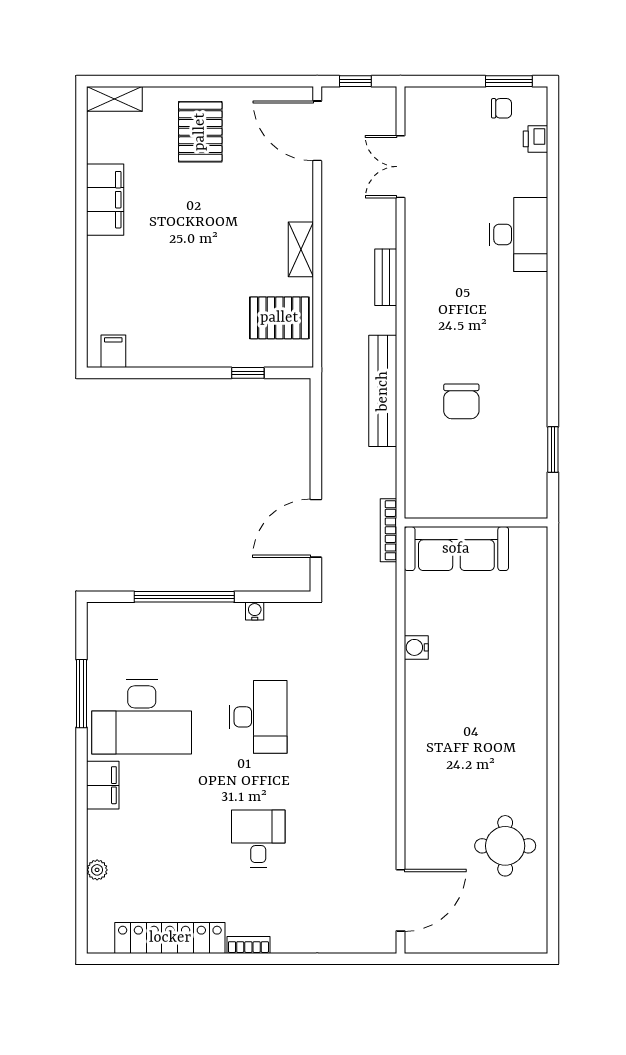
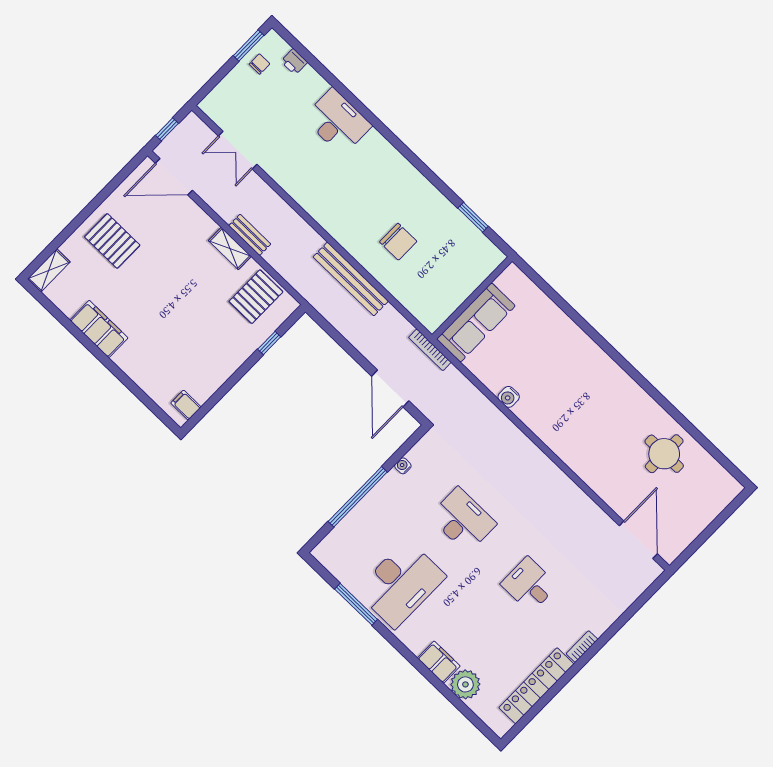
bench: (386, 277) -> (250, 235), moved
filing cabinet: (103, 785) -> (439, 662), moved
plant: (97, 870) -> (465, 684), width x1.88, depth x1.88

